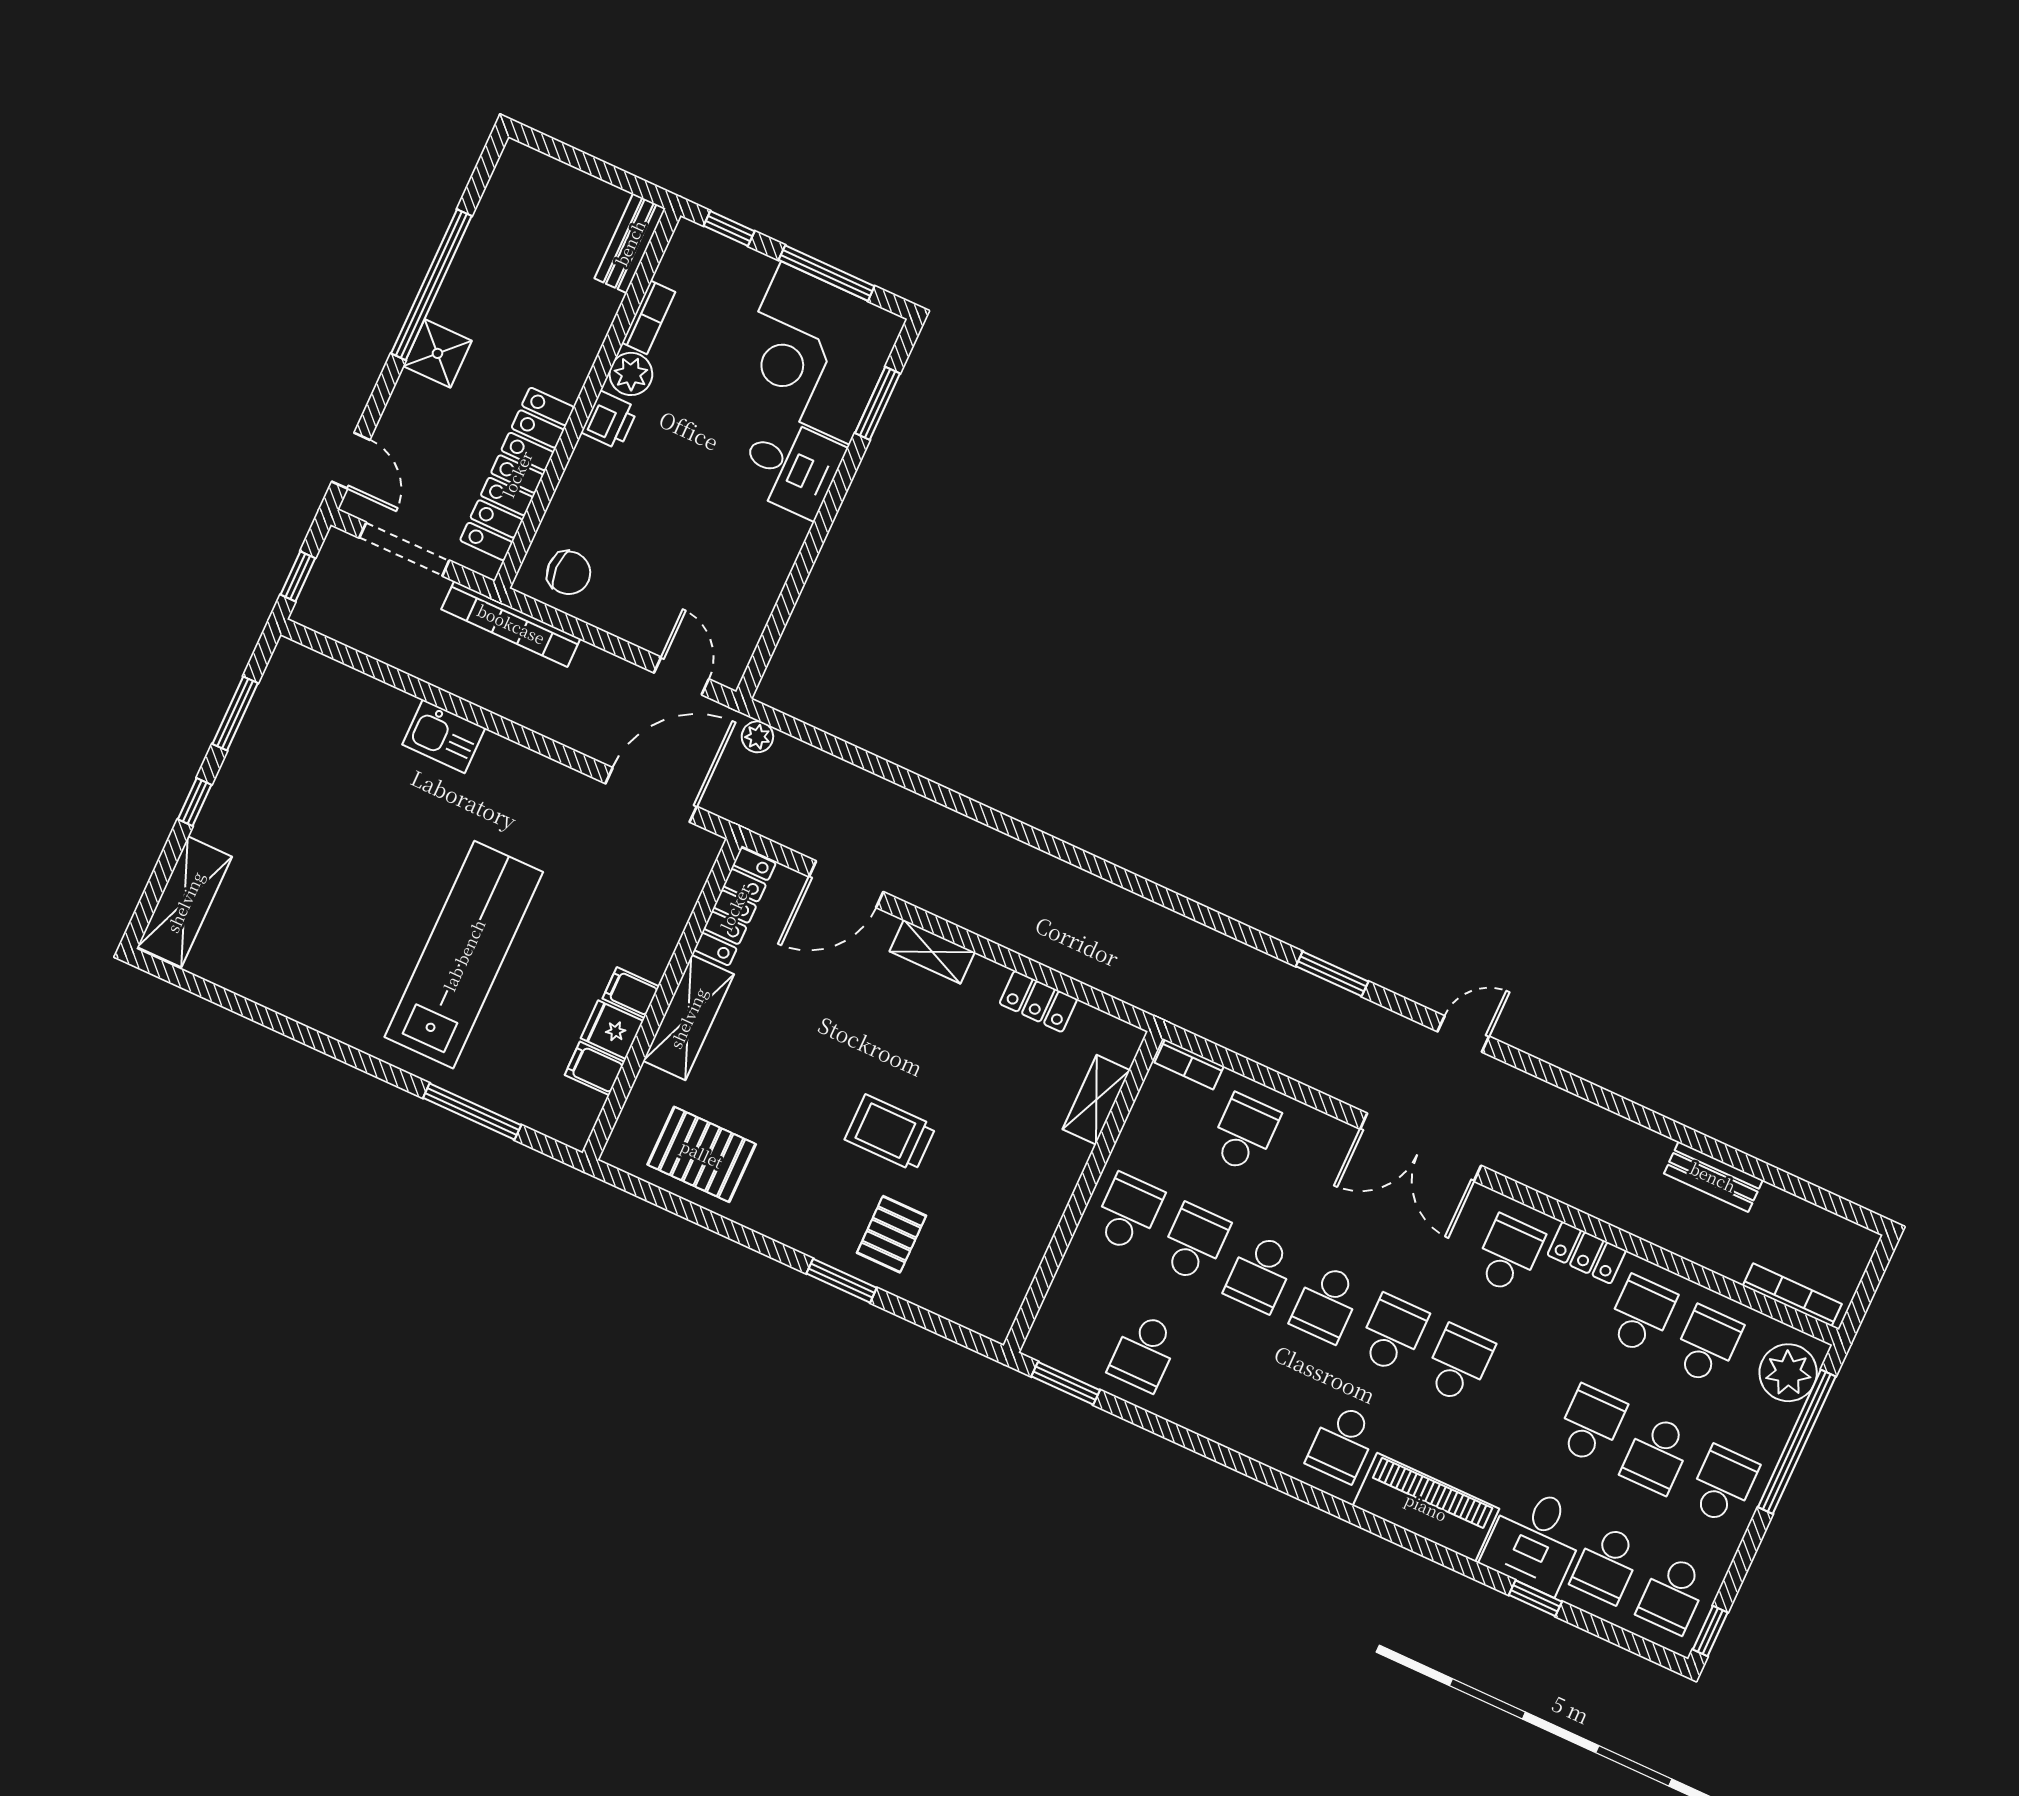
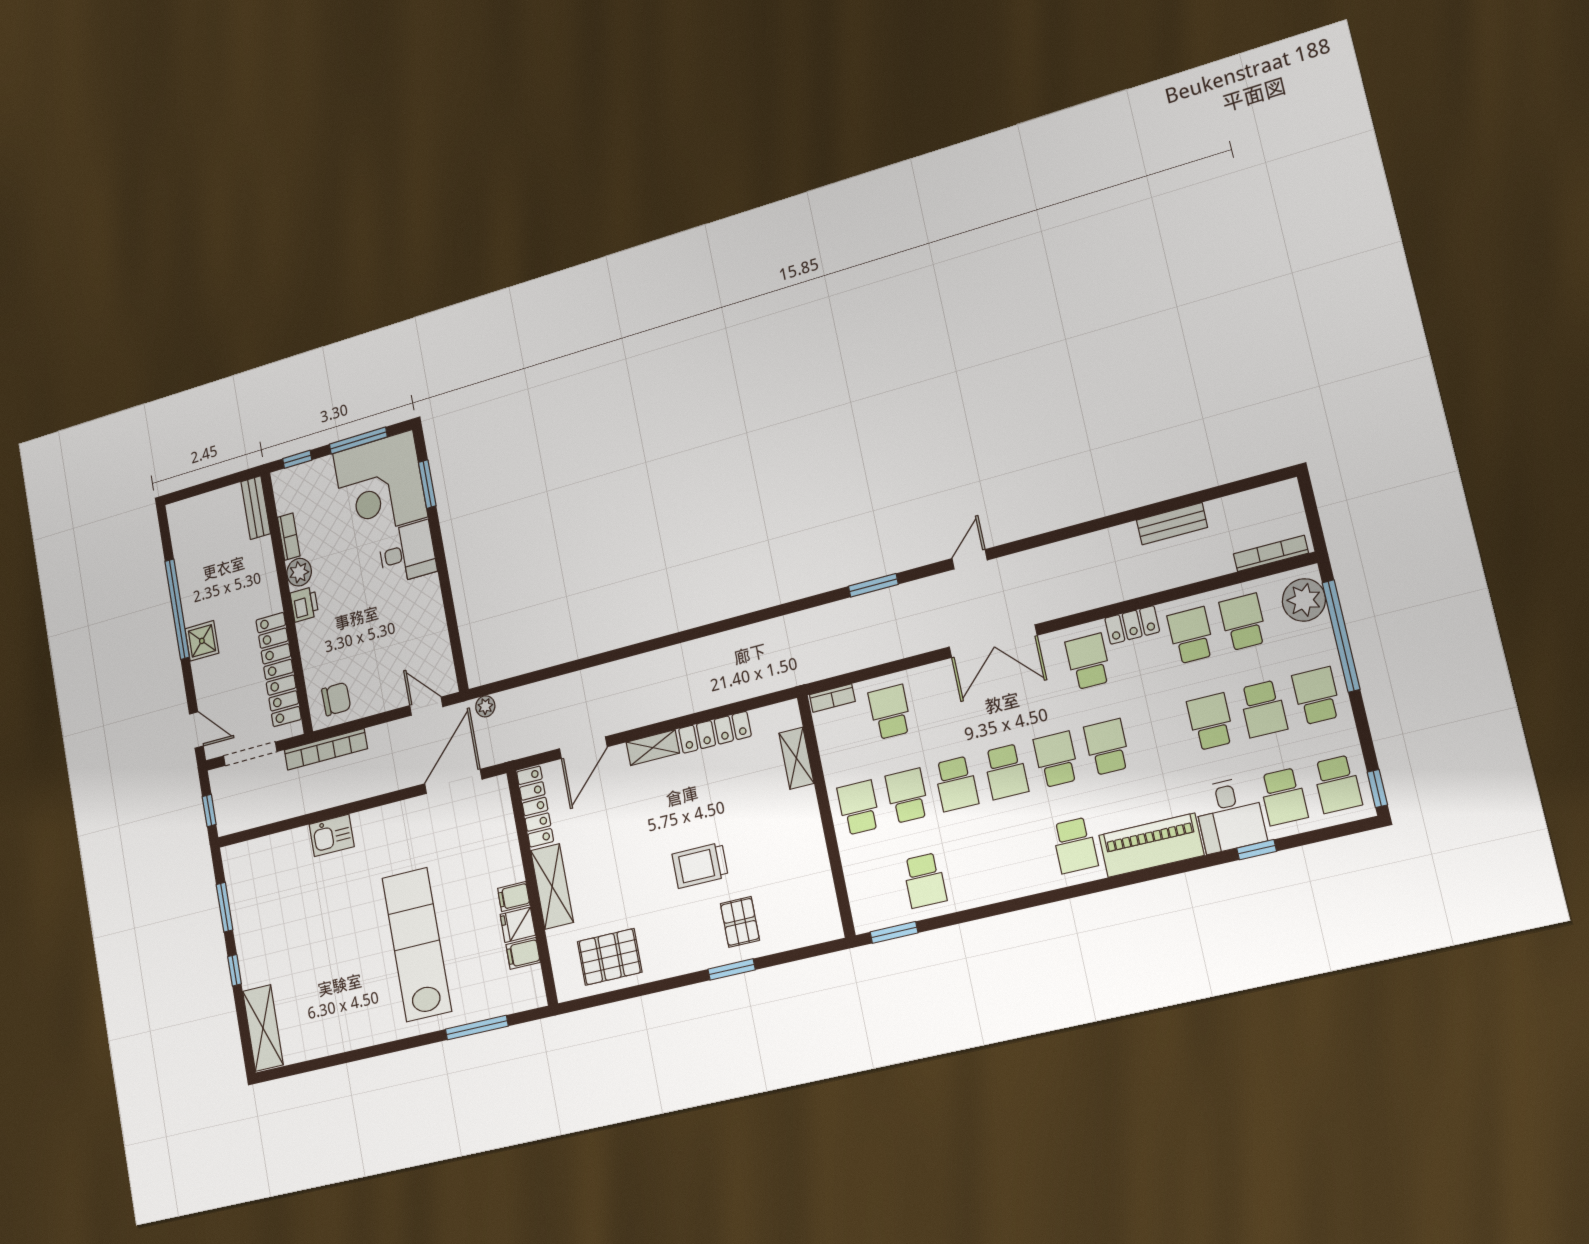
locker: (1038, 1001) -> (715, 732), width x1.53

